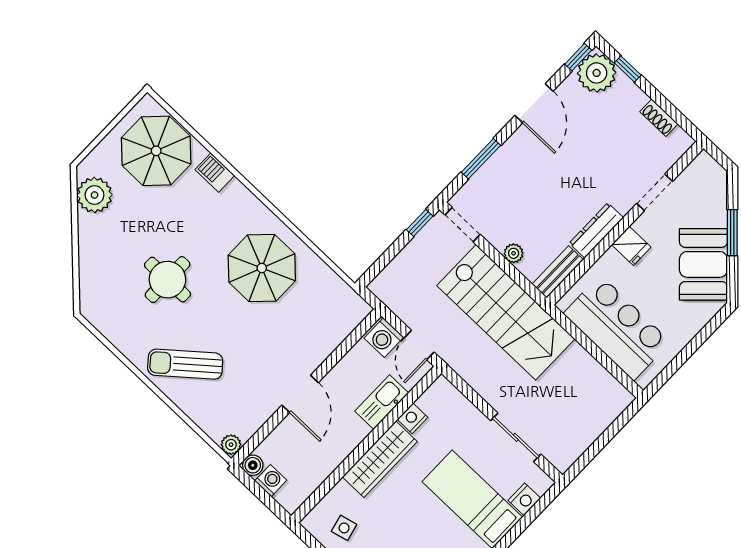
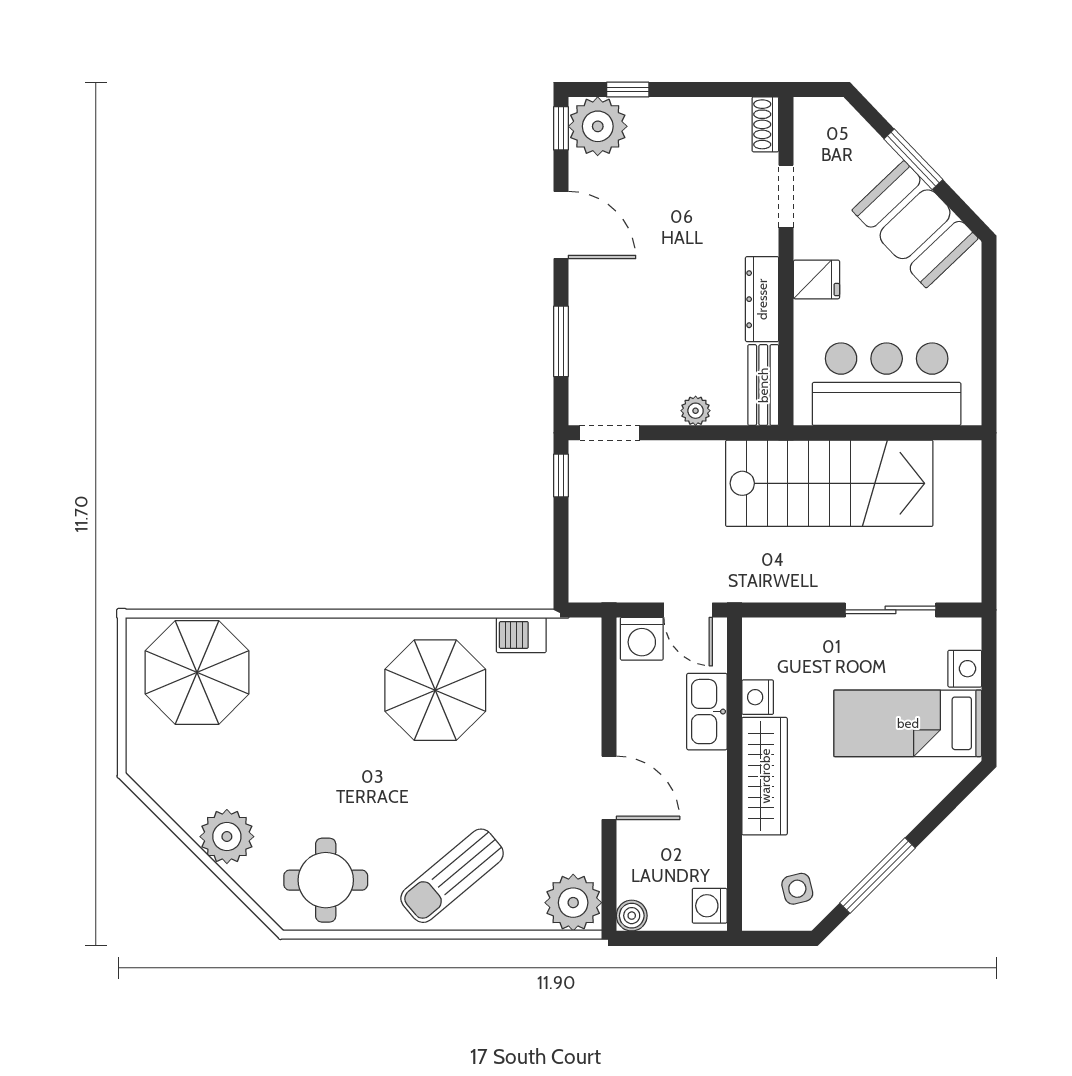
shoe rack: (659, 118) -> (765, 124), moved, turned 90
barbecue: (215, 173) -> (521, 635), moved
plant: (94, 195) -> (227, 837), moved
round table: (167, 280) -> (326, 880), moved
stairs: (506, 312) -> (829, 483), moved
plant: (231, 445) -> (573, 903), width x1.87, depth x1.87
washing machine: (271, 481) -> (710, 906), moved, turned -90

